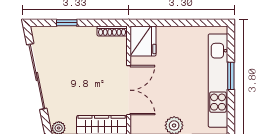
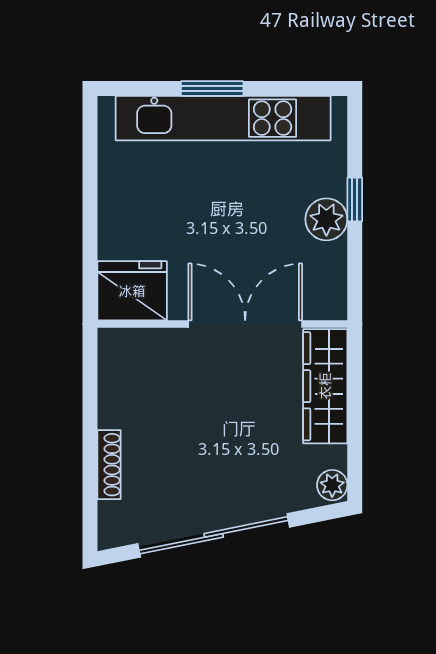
window: (67, 23) -> (90, 467), removed
shoe rack: (112, 31) -> (109, 465), moved

